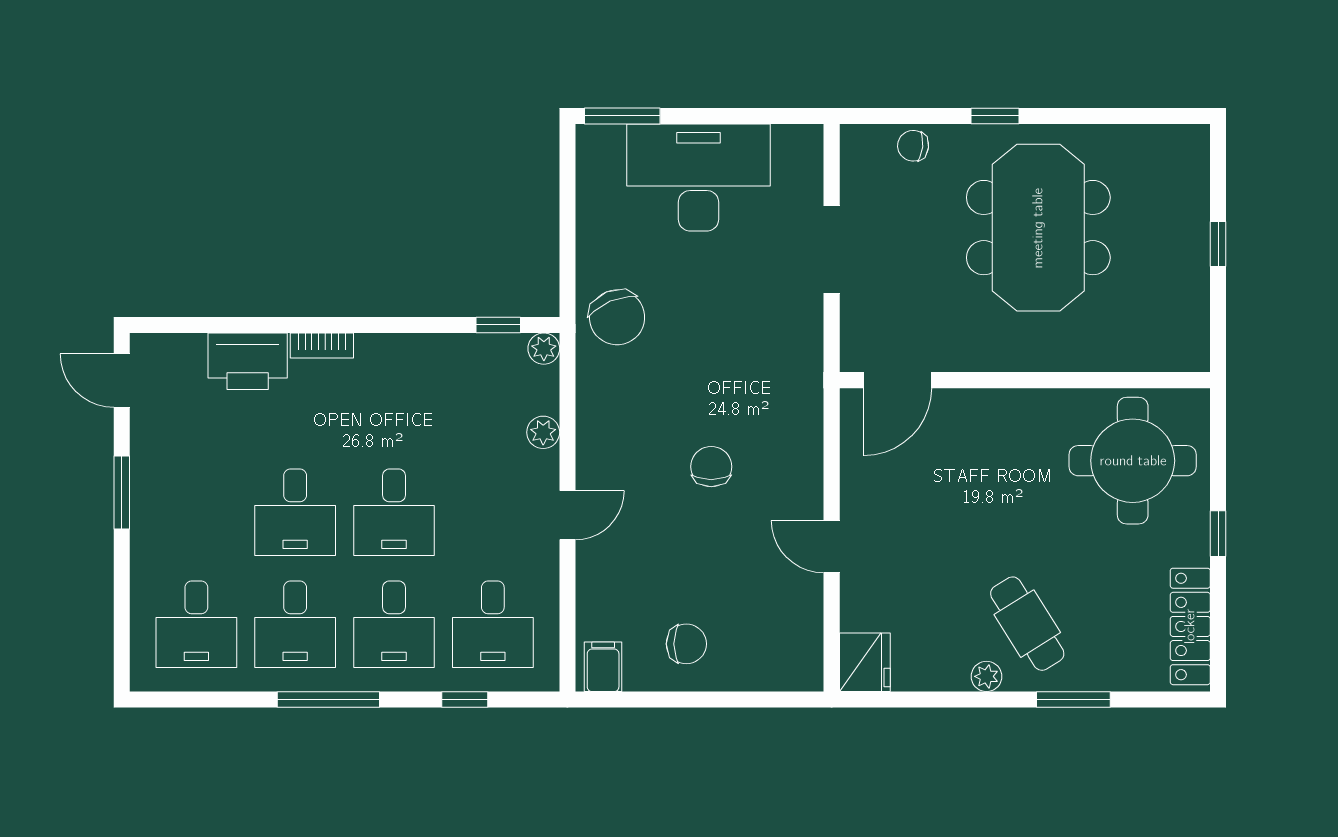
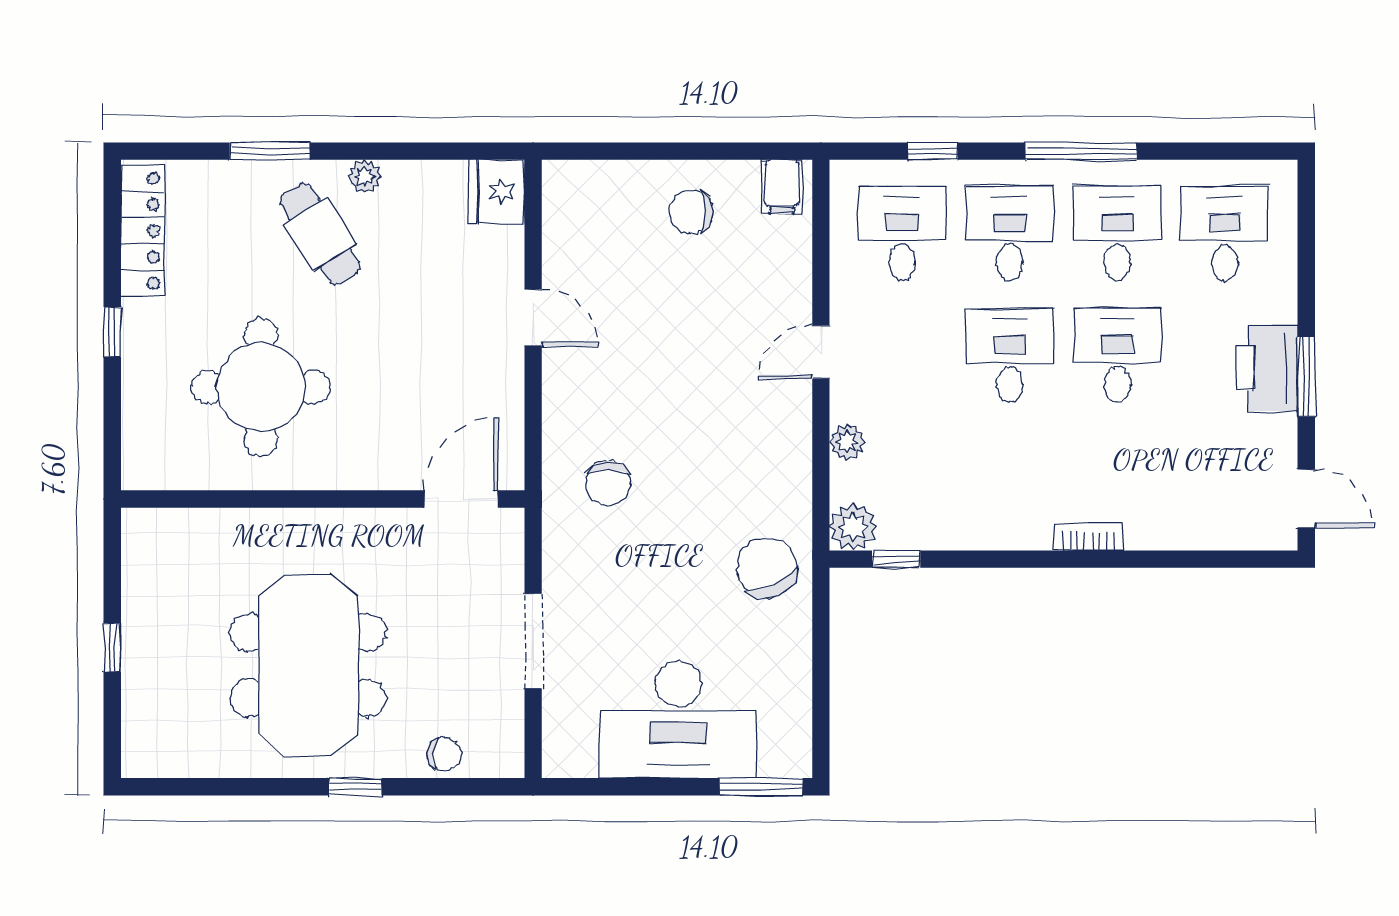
plant: (544, 349) -> (853, 527), width x1.38, depth x1.38
printer: (248, 361) -> (1267, 368), moved, turned -90
round table: (1133, 461) -> (261, 387), moved
chair: (711, 467) -> (608, 483), moved

